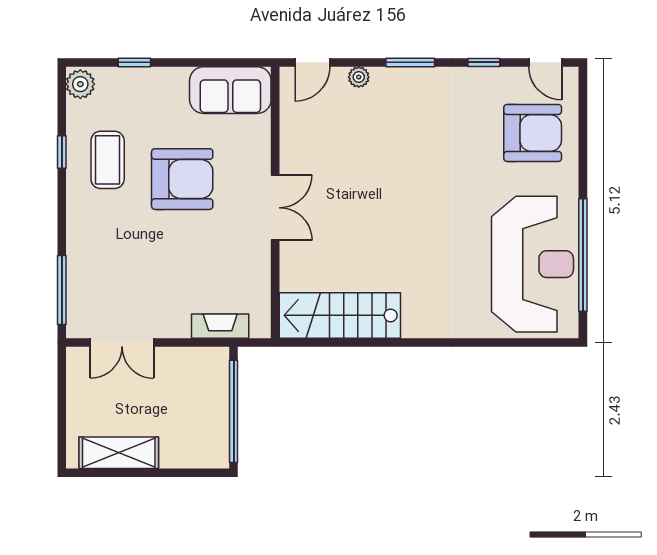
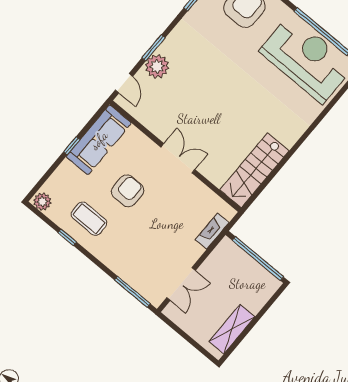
window: (134, 62) -> (72, 146), moved
window: (410, 62) -> (154, 48), moved
plant: (359, 77) -> (157, 66), width x1.88, depth x1.88
sofa: (230, 90) -> (99, 140), width x1.36
armchair: (182, 179) -> (128, 191), width x0.73, depth x0.73

